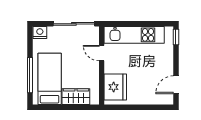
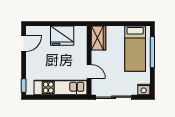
fridge: (115, 87) -> (62, 36), moved, turned -90
wardrobe: (76, 97) -> (98, 38), moved, turned -90

